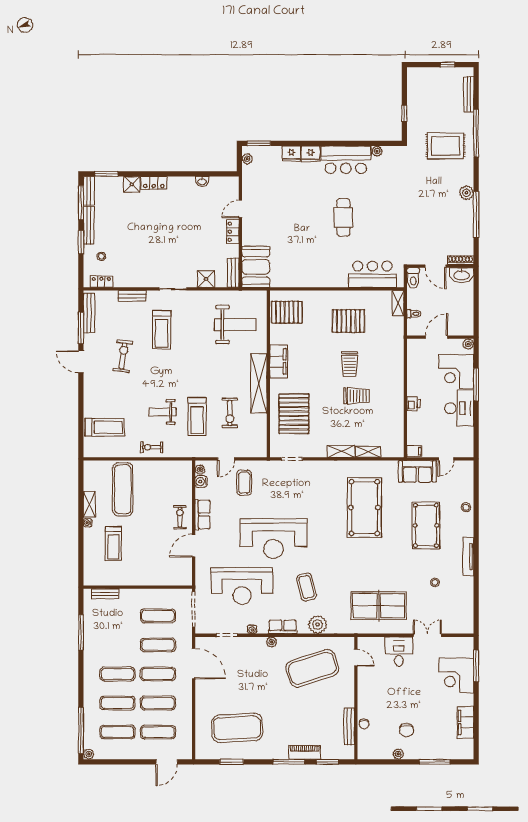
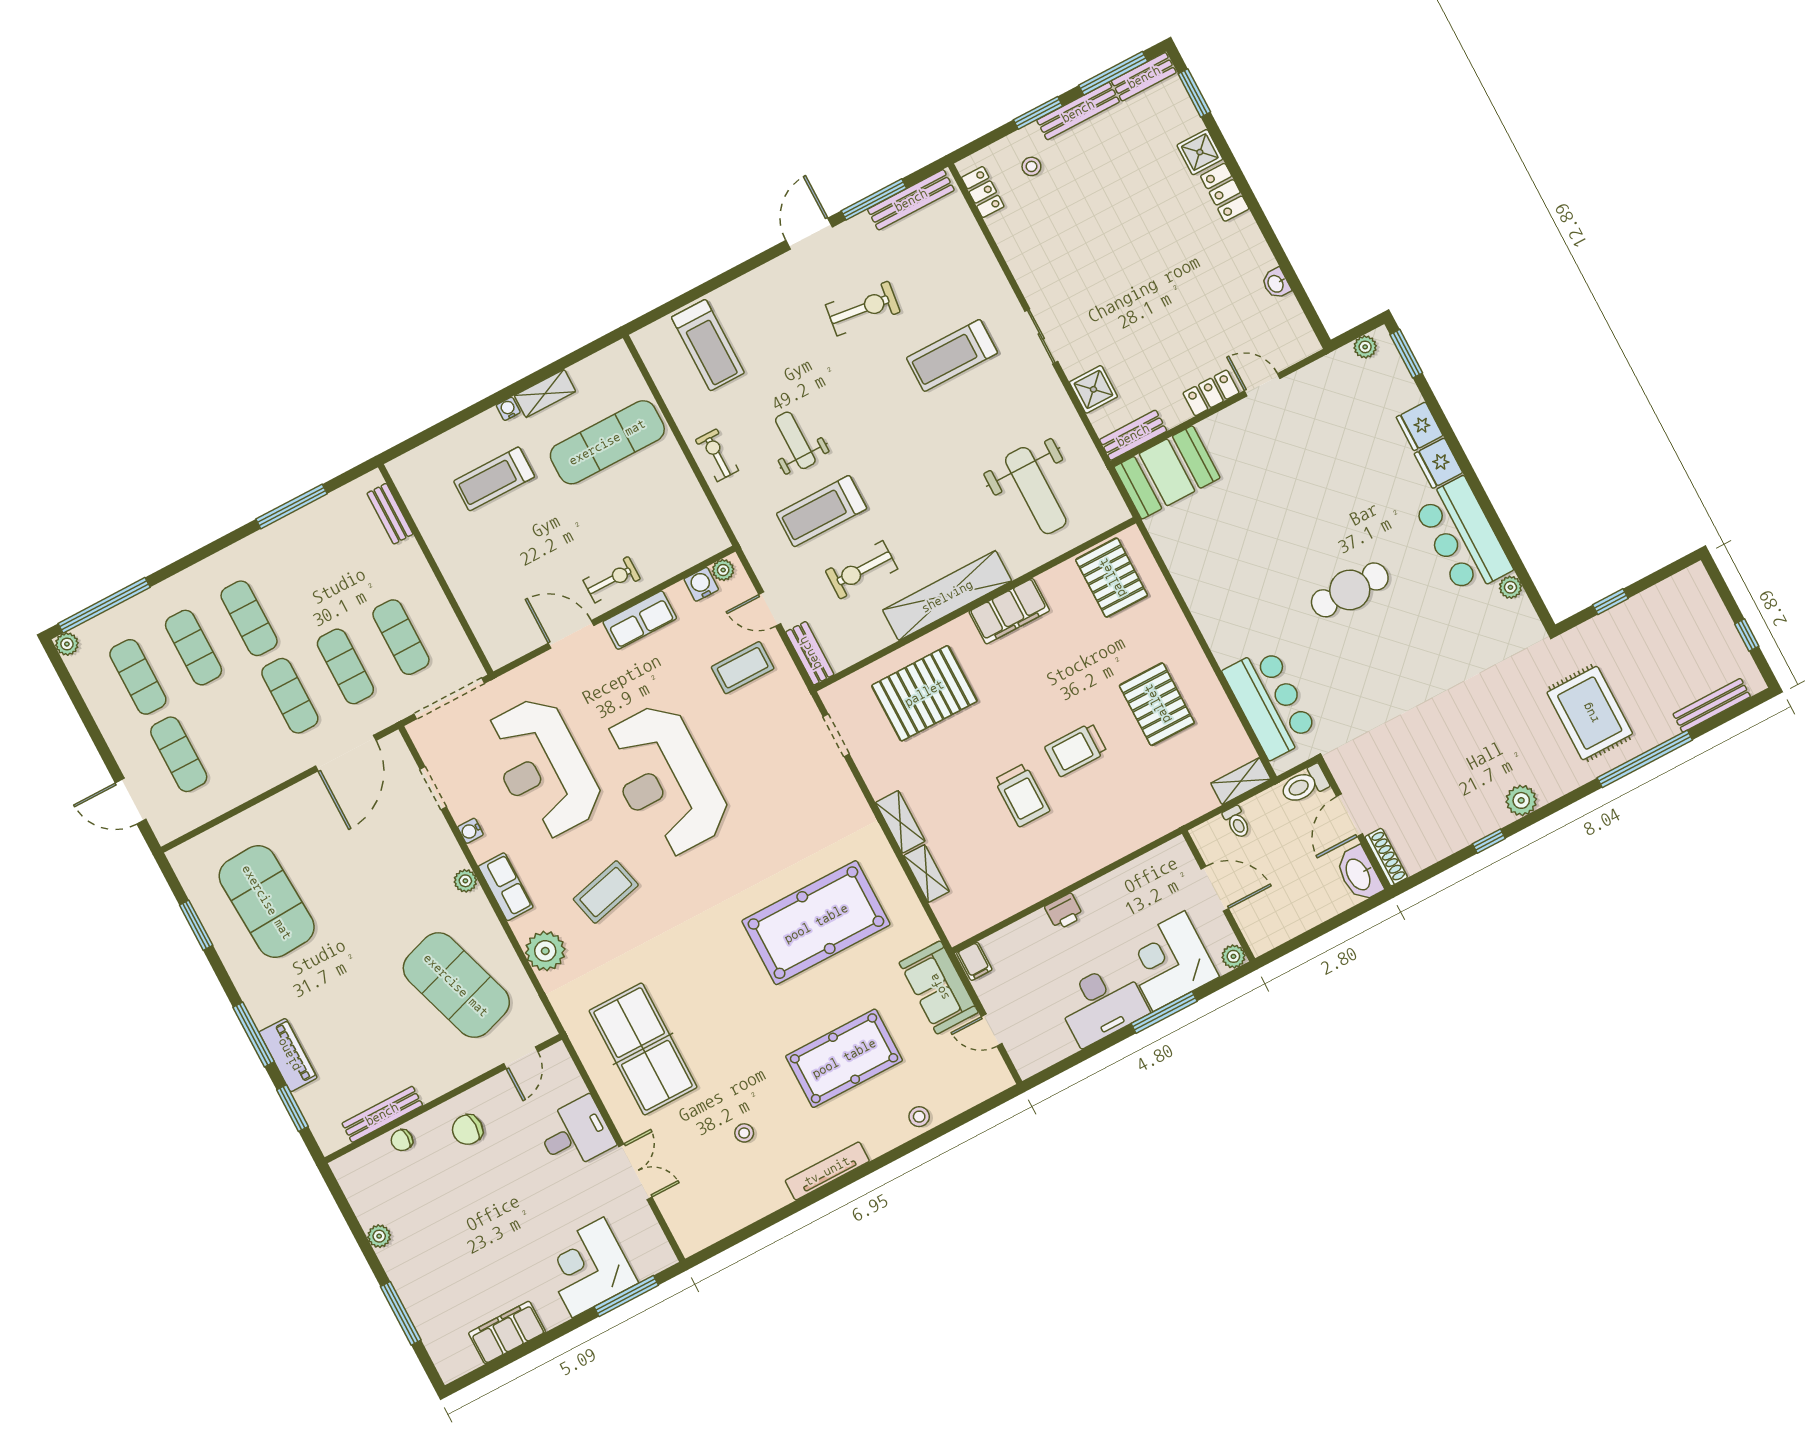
window: (476, 215) -> (1489, 841), width x0.32
bench: (132, 296) -> (810, 653), moved
exercise mat: (158, 703) -> (234, 725), removed
chair: (407, 730) -> (468, 1130), moved

